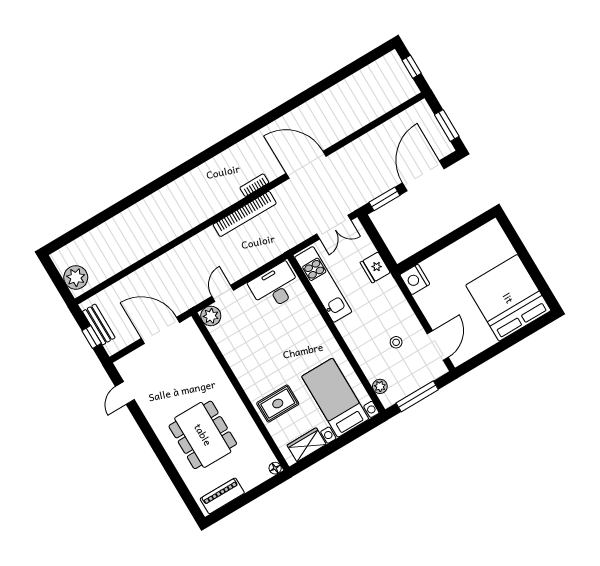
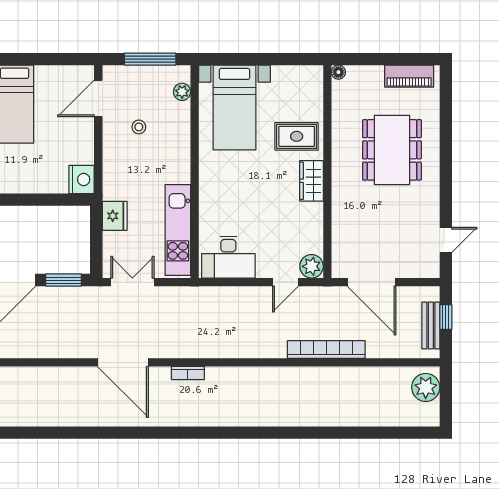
bookcase: (245, 214) -> (326, 350), moved
wardrobe: (307, 445) -> (311, 181), moved, turned 90

